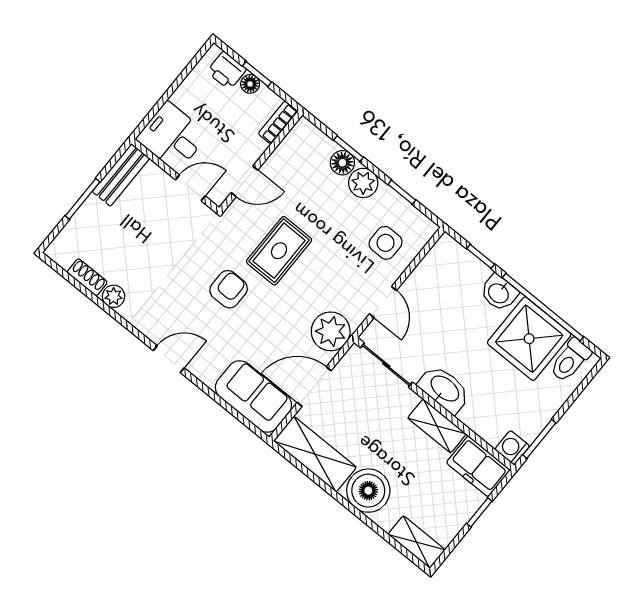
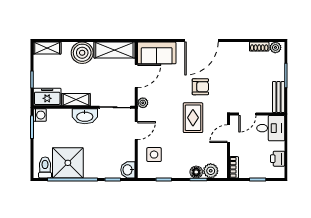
printer: (227, 70) -> (278, 159), moved, turned -90
floor lamp: (250, 84) -> (257, 173), removed
plant: (363, 183) -> (211, 171), moved
armchair: (229, 289) -> (200, 87), turned -90
washbasin: (499, 293) -> (128, 170), moved, turned -90
plant: (114, 296) -> (275, 47), moved
door: (383, 302) -> (136, 131), swing flipped
plant: (331, 331) -> (143, 103), width x0.53, depth x0.53
door: (169, 359) -> (201, 41), width x1.88

